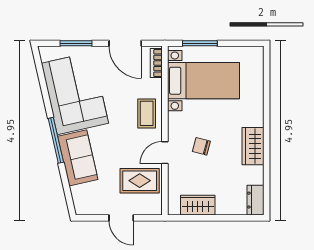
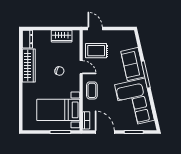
wardrobe: (253, 146) -> (29, 66), width x1.50
door: (165, 153) -> (81, 67), hinge flipped
door: (121, 218) -> (95, 29), moved

